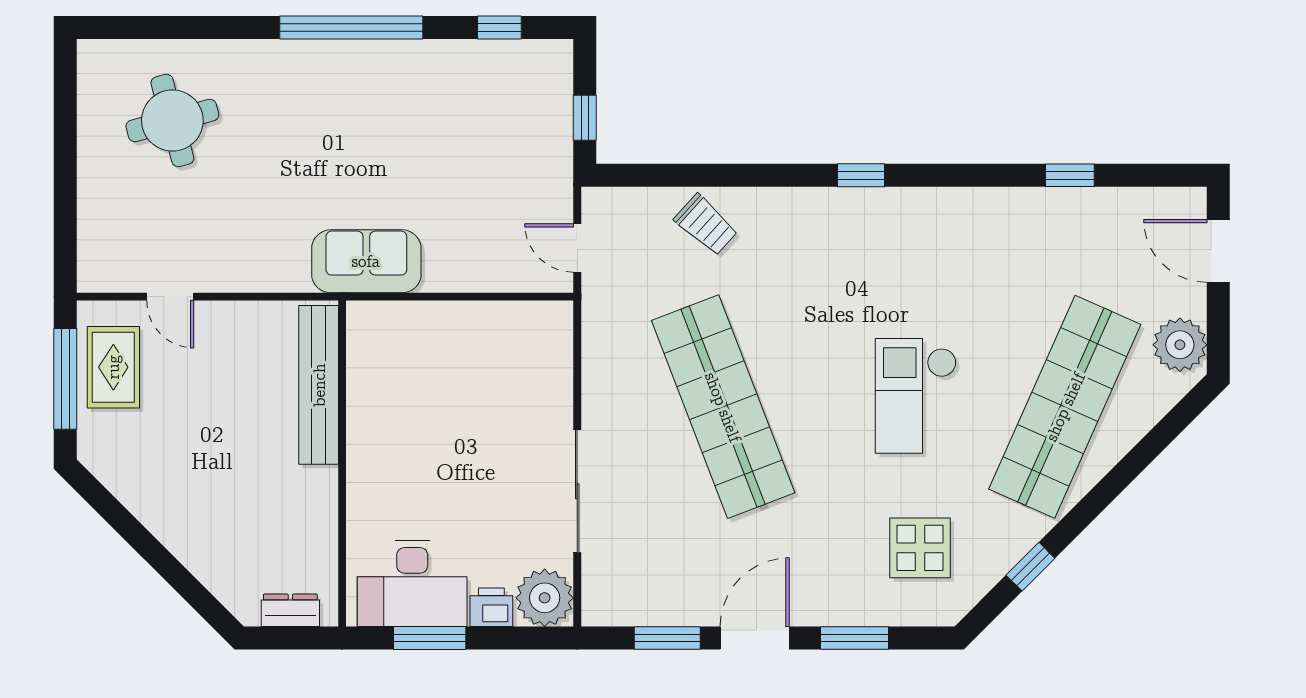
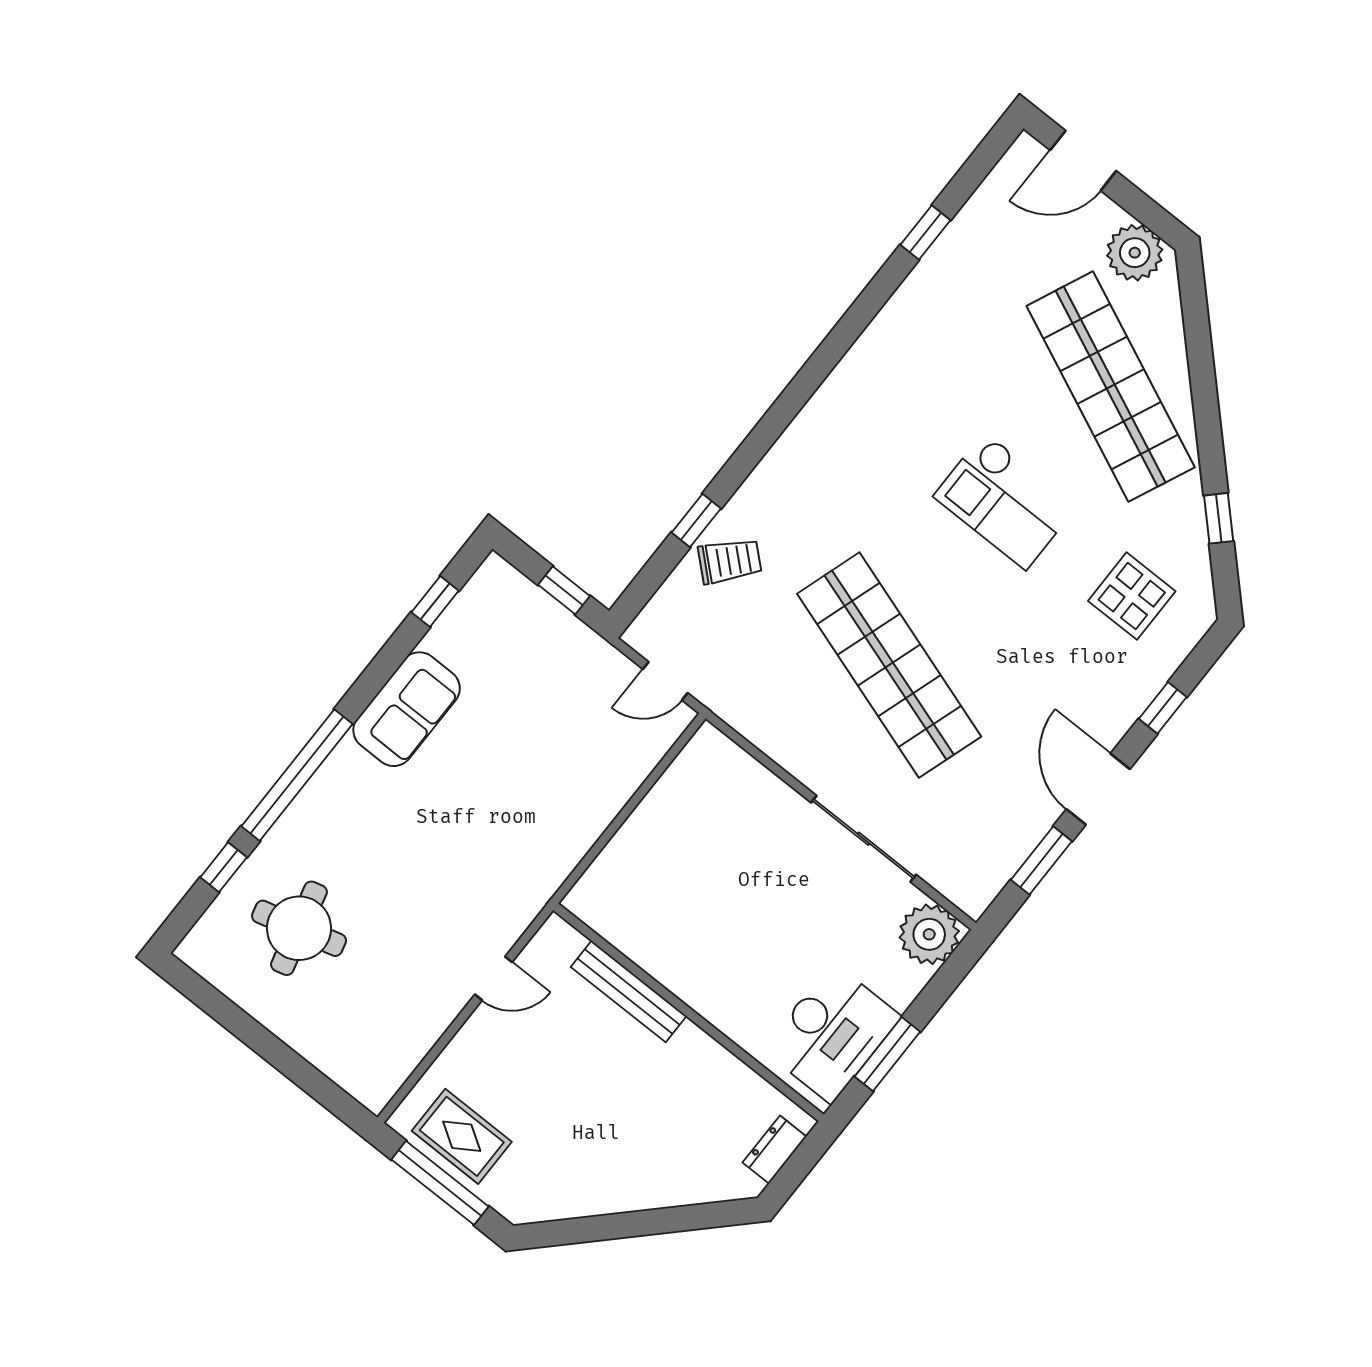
window: (173, 27) -> (224, 867), added
window: (351, 27) -> (297, 775), moved
window: (861, 175) -> (696, 520), moved
sofa: (366, 261) -> (407, 709), moved, turned 180
door: (170, 297) -> (494, 978), moved
bench: (319, 385) -> (629, 991), width x0.73, depth x0.82
shop shelf: (723, 407) -> (889, 665), turned 39
printer: (491, 607) -> (902, 984), removed
window: (855, 638) -> (1163, 708), width x0.67

